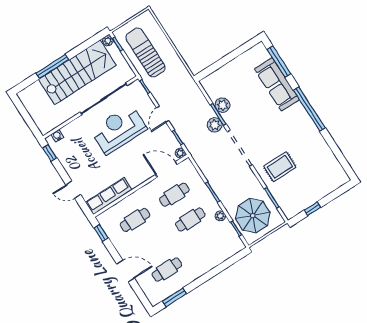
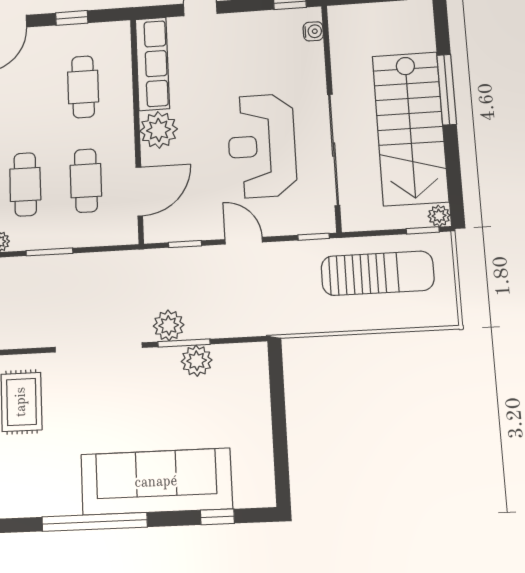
window: (279, 62) -> (217, 517), width x0.46
sofa: (277, 84) -> (156, 482), width x1.36, depth x1.27
reception desk: (119, 129) -> (262, 146), turned 180
plant: (180, 153) -> (159, 130), moved, width x1.87, depth x1.87
window: (101, 233) -> (72, 18), moved

